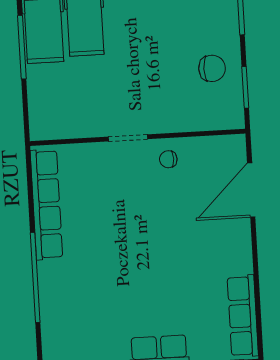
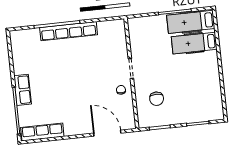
chair: (212, 68) -> (157, 99), moved
row of seats: (46, 205) -> (69, 31), moved

